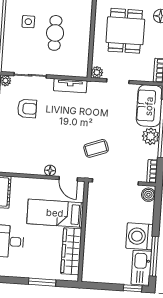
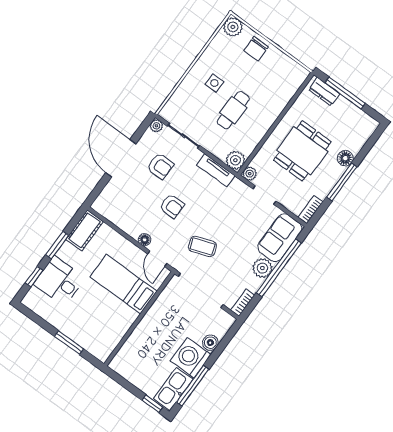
plant: (80, 69) -> (235, 160), added
armchair: (54, 133) -> (172, 206), added
boiler: (148, 195) -> (210, 343), moved
wardrobe: (71, 251) -> (116, 330), removed

